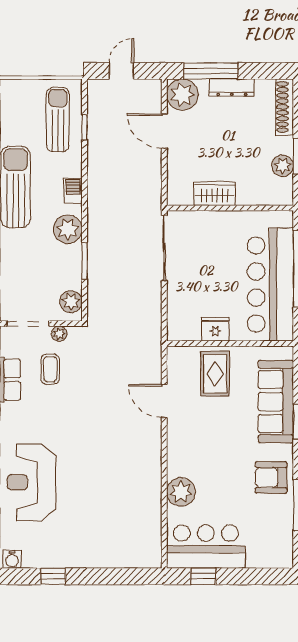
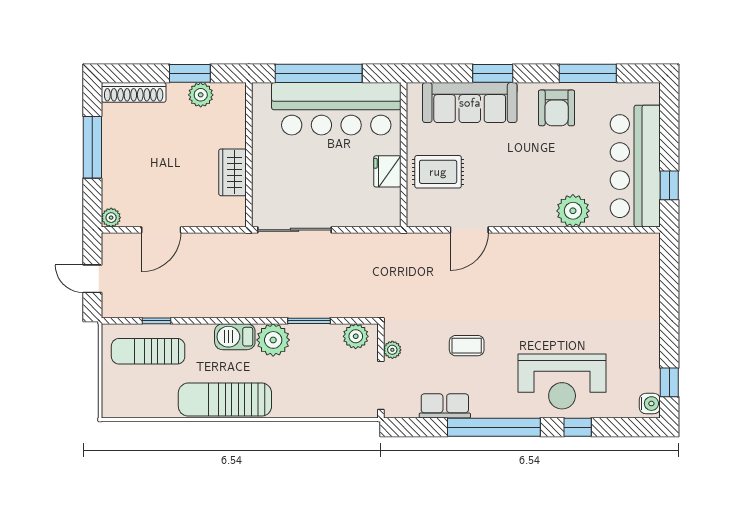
window: (211, 71) -> (92, 147), moved
dresser: (232, 88) -> (111, 153), removed
plant: (182, 95) -> (111, 218), width x0.53, depth x0.53
barbecue: (73, 191) -> (235, 337), width x1.38, depth x1.27
coffee table: (50, 369) -> (467, 346), moved
bar counter: (206, 547) -> (635, 166), width x1.36
window: (53, 576) -> (669, 382), moved

